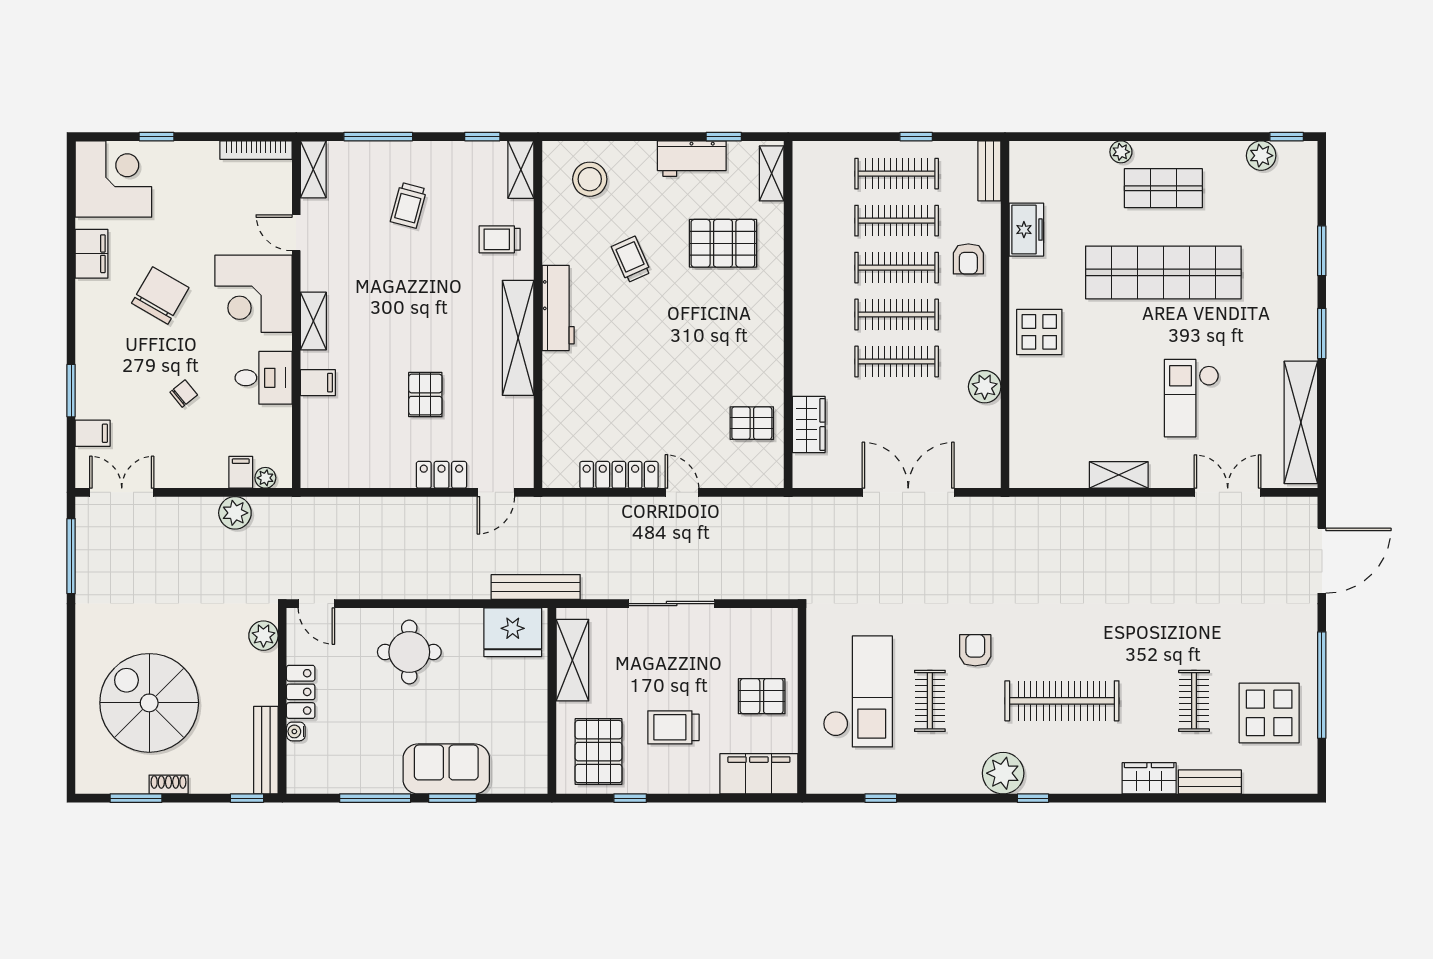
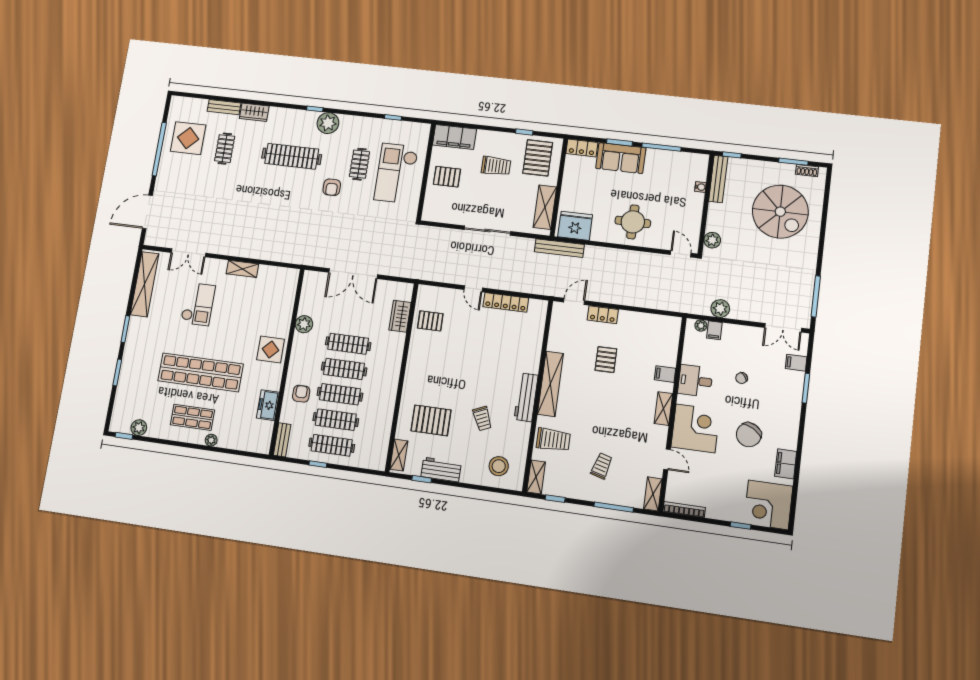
trolley: (500, 239) -> (553, 440), width x1.36, depth x1.39
locker: (301, 692) -> (582, 148), moved, turned -90
shoe rack: (169, 784) -> (807, 171), moved

